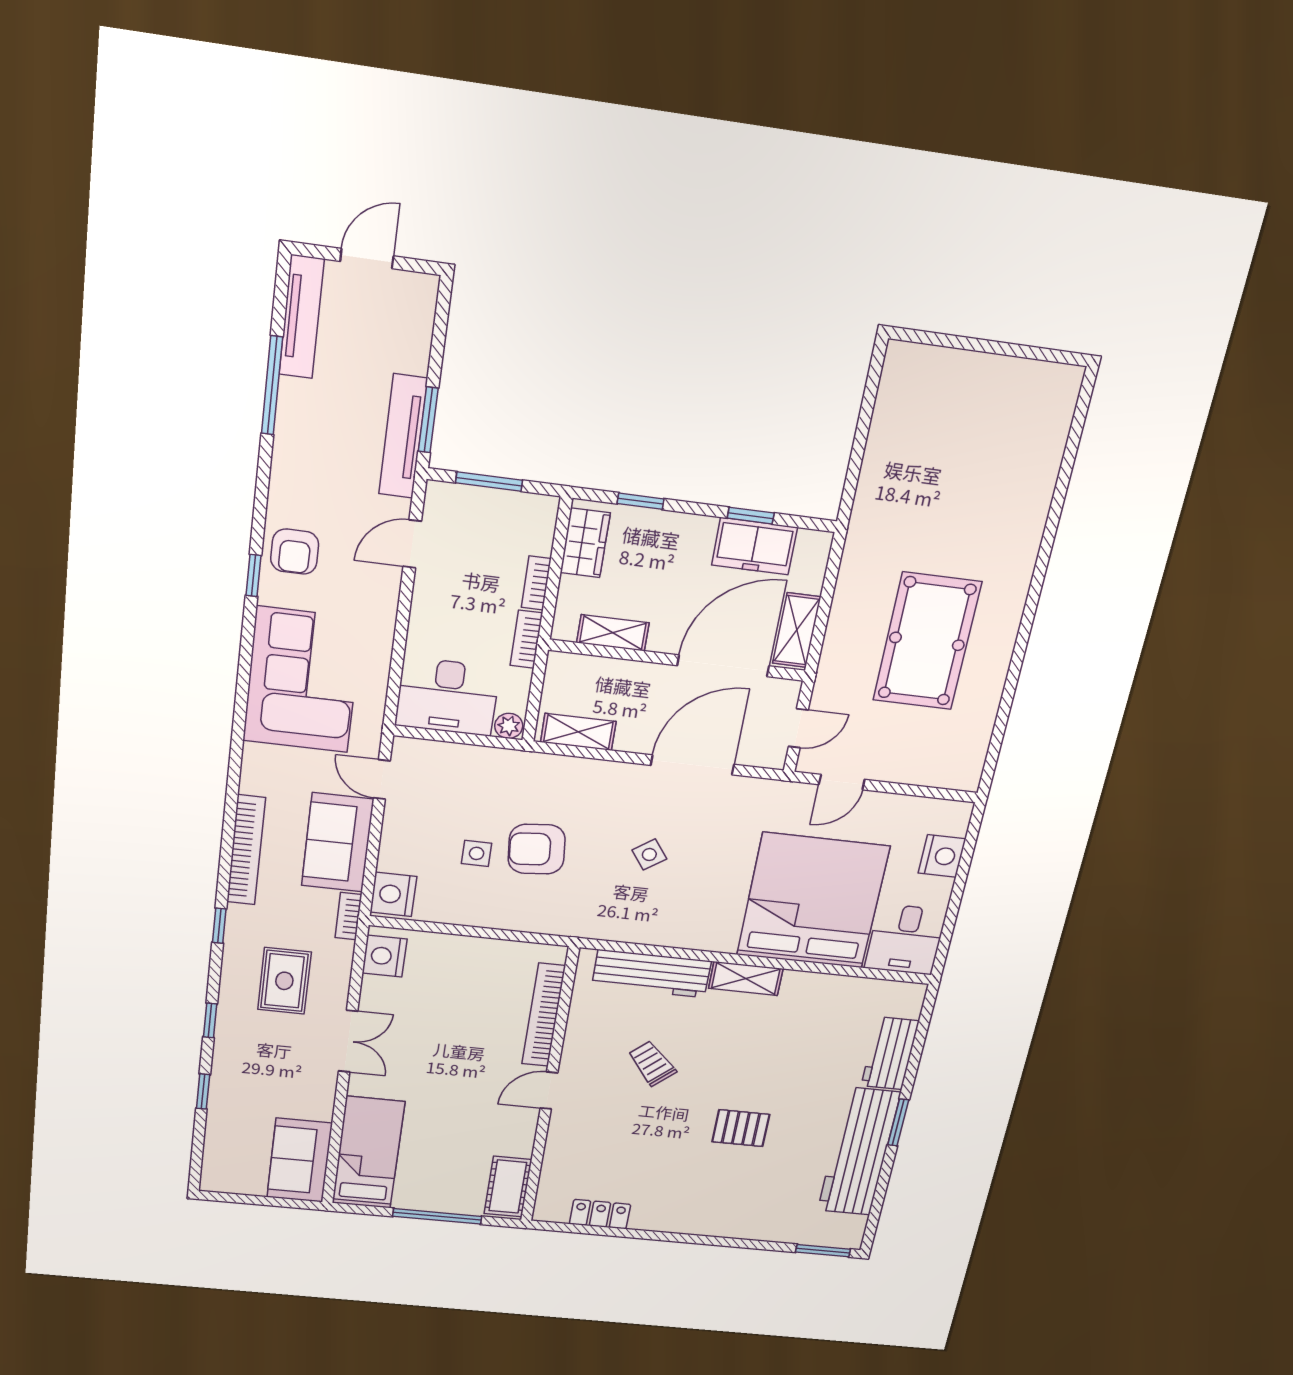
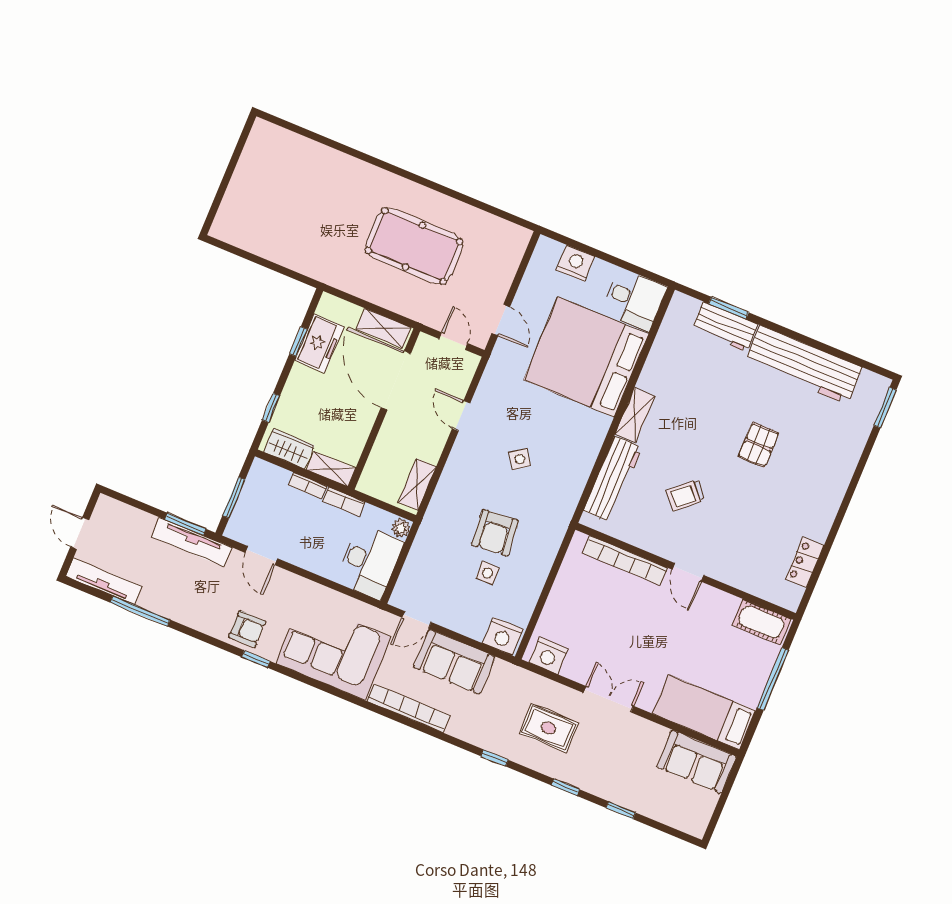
shelving: (613, 633) -> (331, 469), moved, turned 90
door: (692, 765) -> (461, 416), width x0.53
bookcase: (246, 850) -> (408, 708), moved
bookcase: (348, 916) -> (511, 671), removed
window: (898, 1122) -> (729, 308), moved

